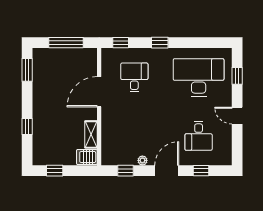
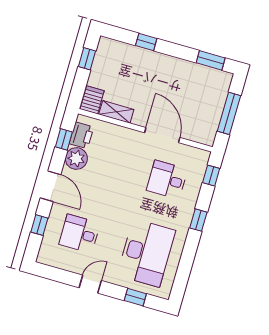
desk: (134, 77) -> (167, 180), turned 180
printer: (118, 157) -> (81, 135), added
plant: (142, 160) -> (76, 158), width x1.87, depth x1.87

